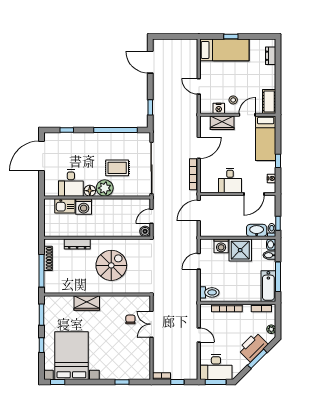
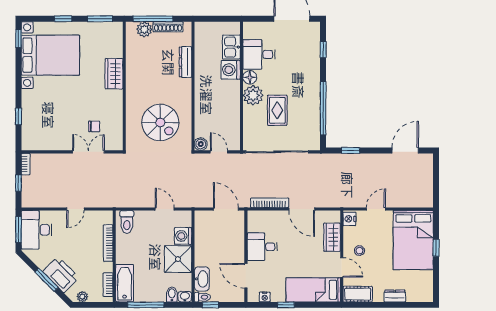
bed: (224, 50) -> (413, 240), width x1.50
dresser: (271, 56) -> (395, 296), moved
nightstand: (219, 108) -> (349, 219), moved
spiral stairs: (111, 265) -> (160, 123), moved
plant: (50, 278) -> (144, 29), added
bathtub: (268, 286) -> (125, 283), moved, turned 90

